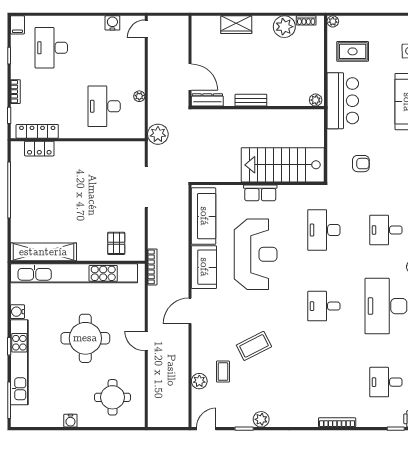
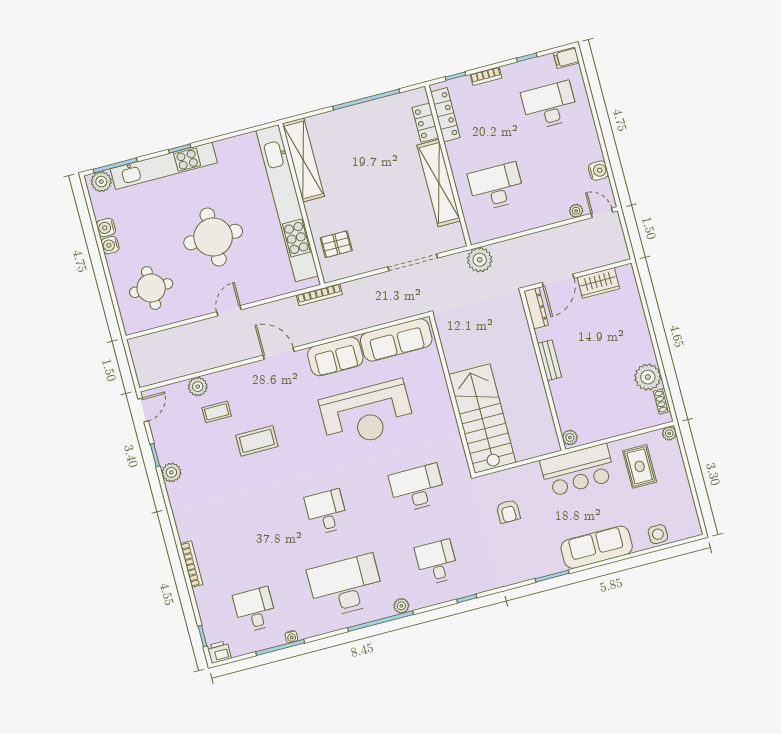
wardrobe: (236, 25) -> (598, 283), moved, turned -90
plant: (139, 96) -> (576, 211), moved
shelving: (89, 151) -> (439, 183), added
row of seats: (260, 193) -> (442, 400), removed
water cooler: (17, 312) -> (106, 228), moved, turned -90
coffee table: (254, 346) -> (257, 441), turned -63
plant: (19, 415) -> (101, 182), added
door: (206, 429) -> (143, 410), hinge flipped

